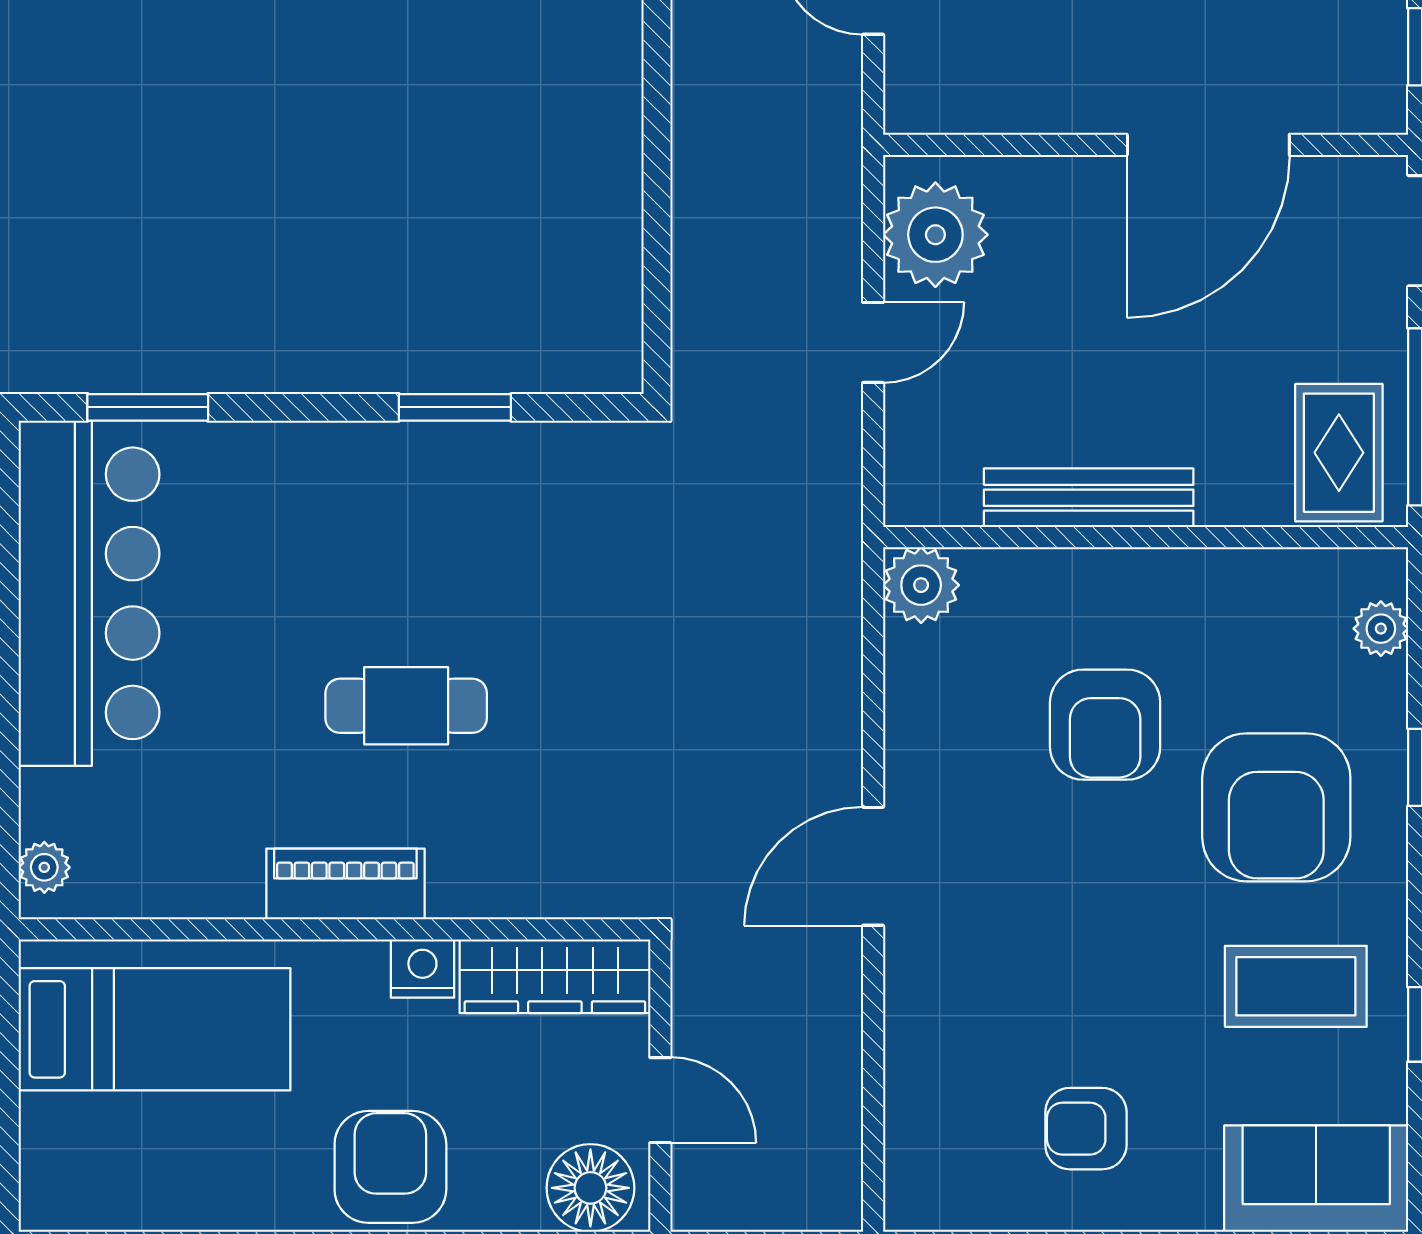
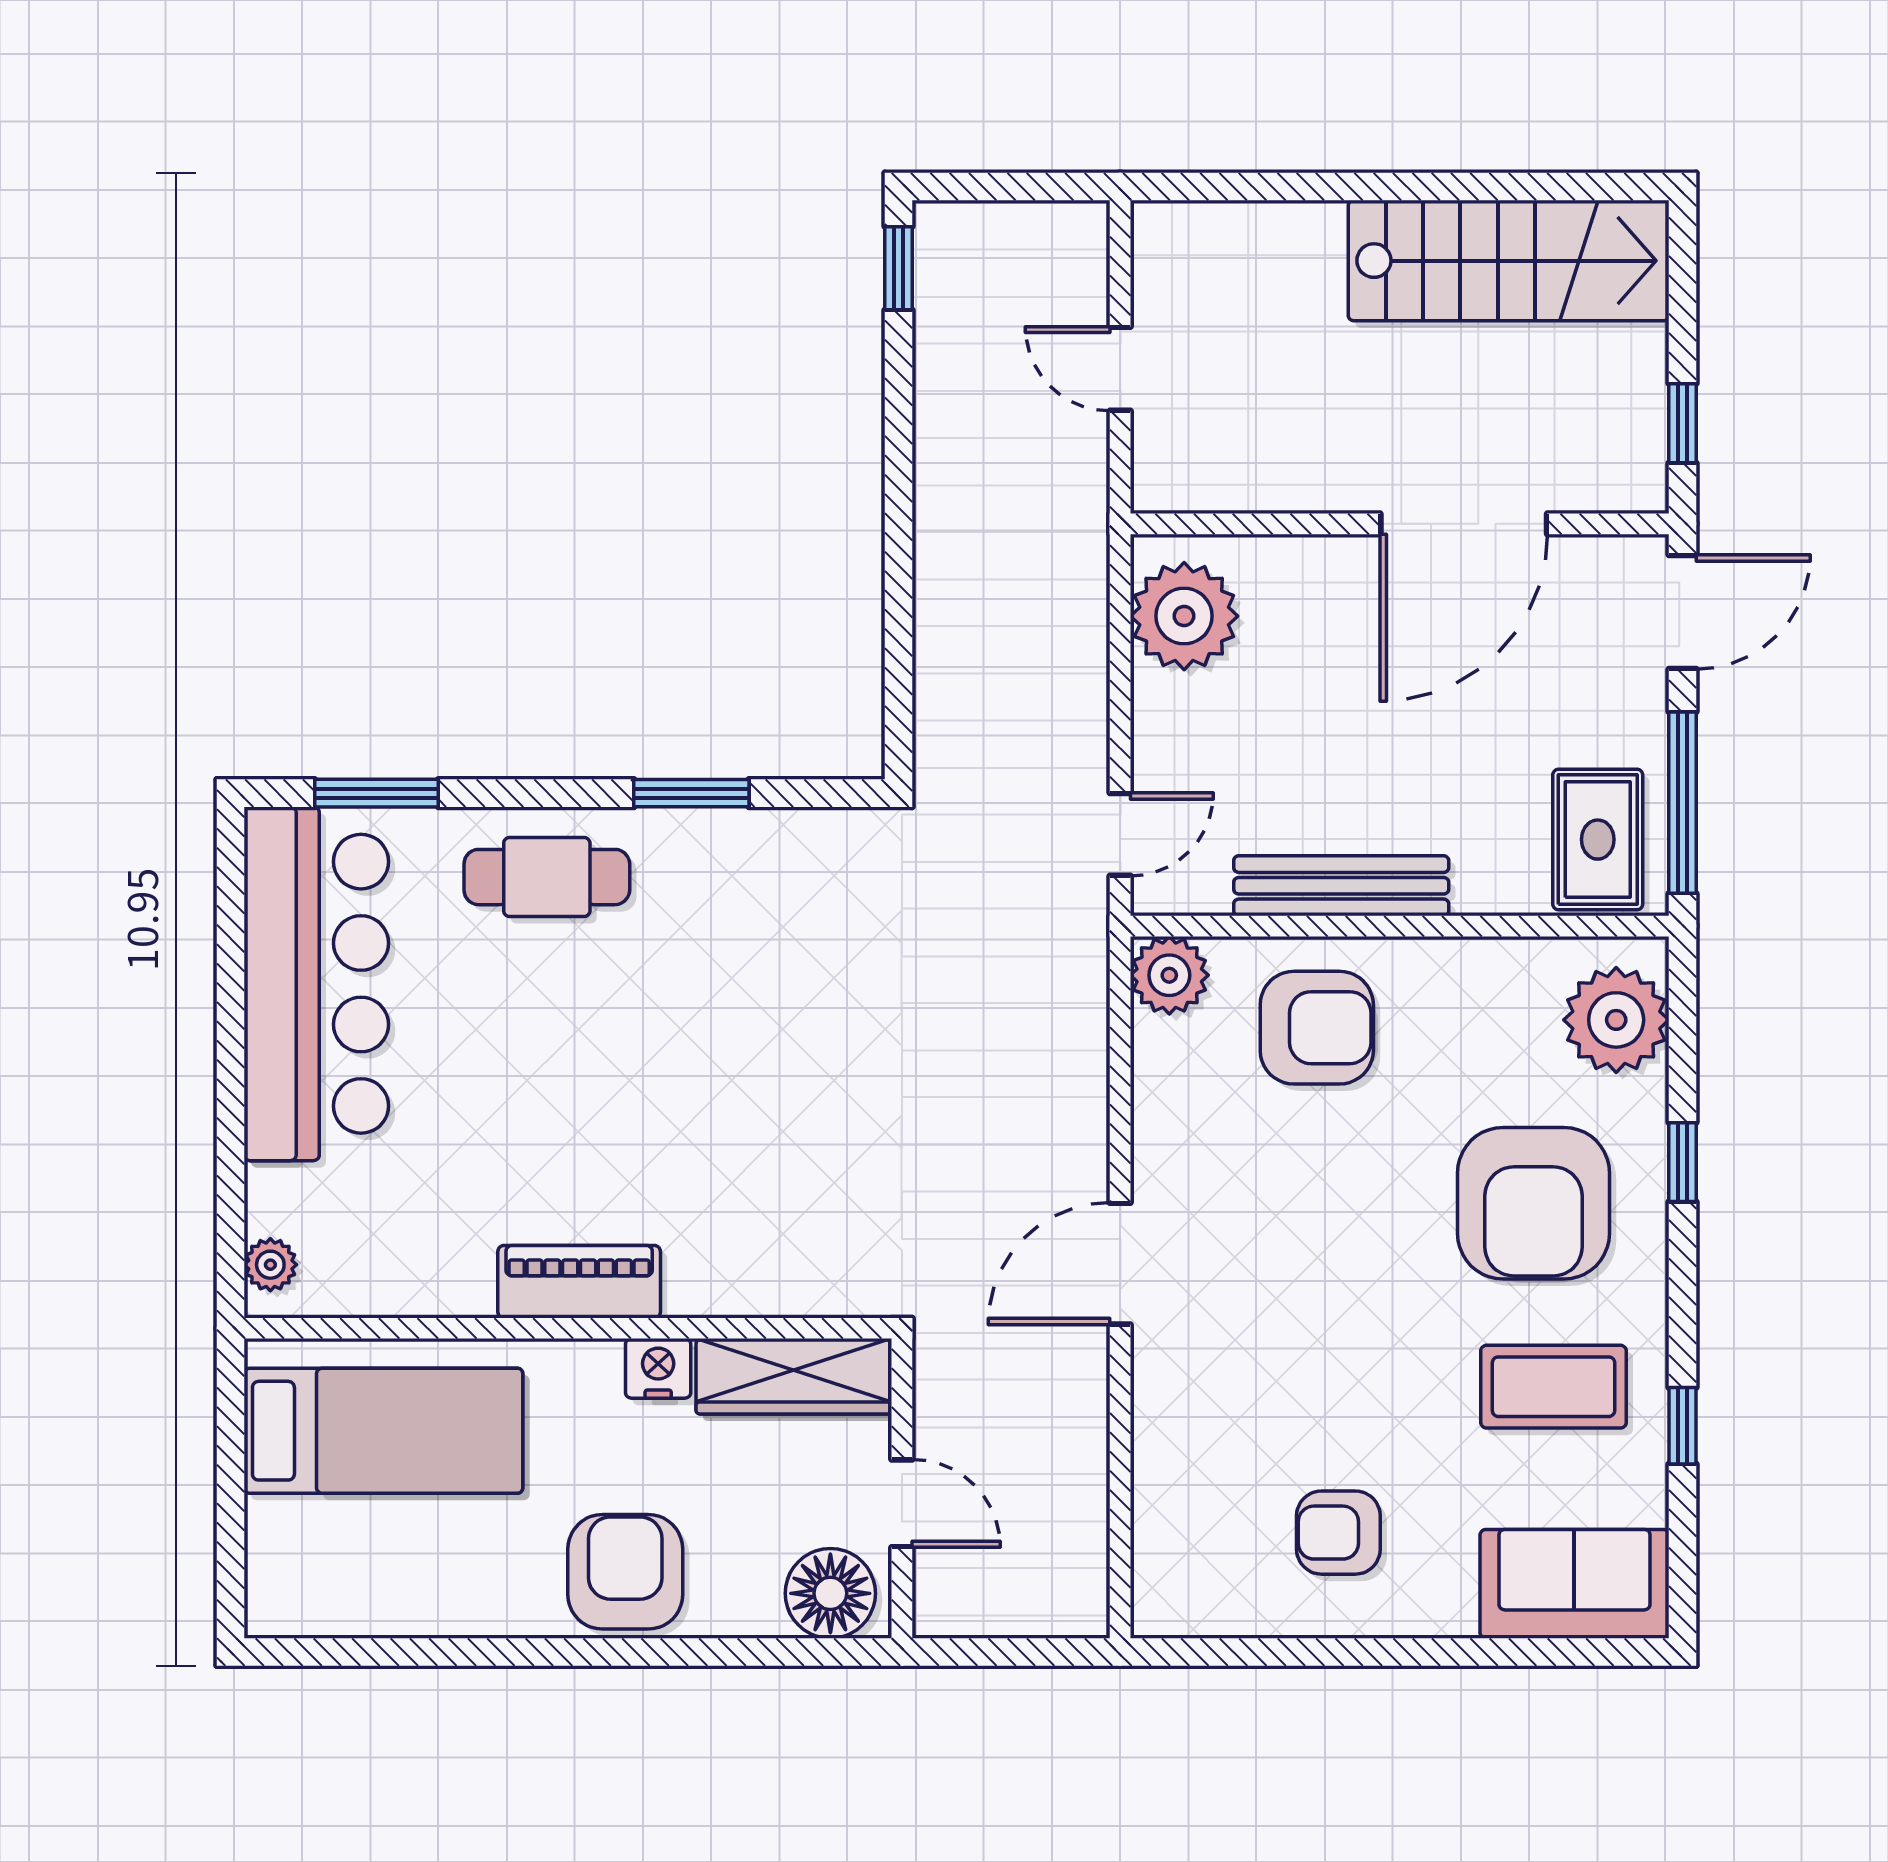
door: (873, 342) -> (1120, 834), moved
plant: (1381, 629) -> (1616, 1020), width x1.87, depth x1.87
cafe table: (406, 706) -> (547, 877), moved
armchair: (1105, 725) -> (1317, 1028), moved, turned -90

